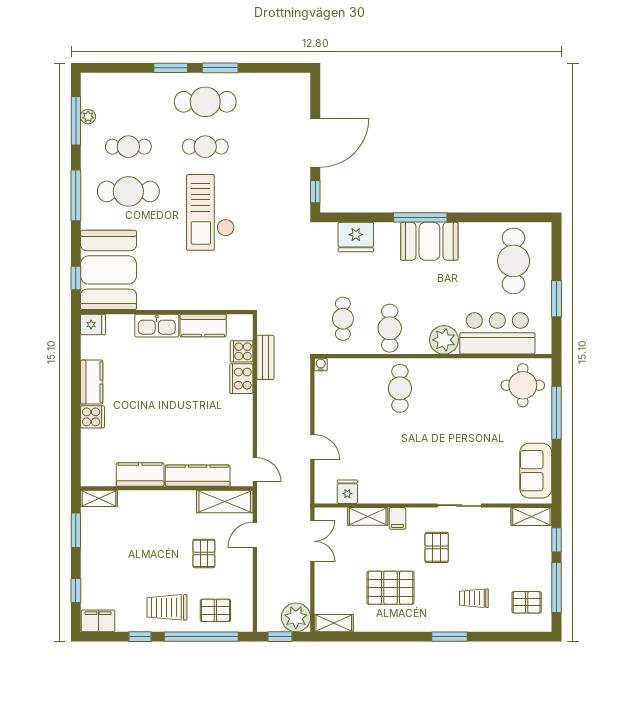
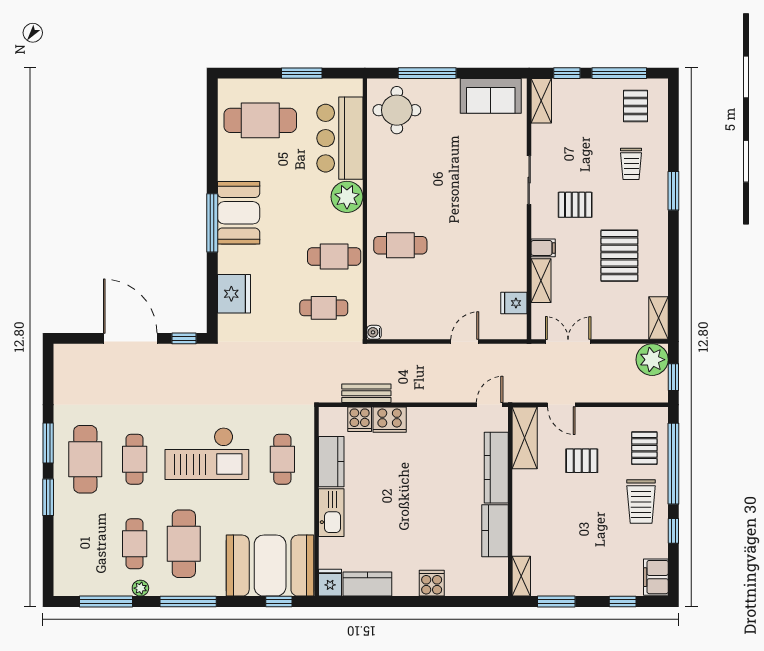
plant: (88, 117) -> (140, 588), moved
cafe table: (205, 281) -> (282, 459), added
kitchen counter: (92, 382) -> (367, 584), moved

